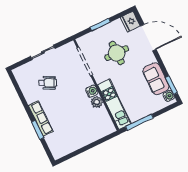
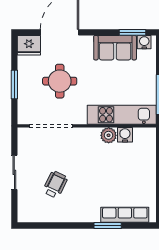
water cooler: (92, 91) -> (125, 135), moved
row of seats: (41, 118) -> (125, 215), moved

